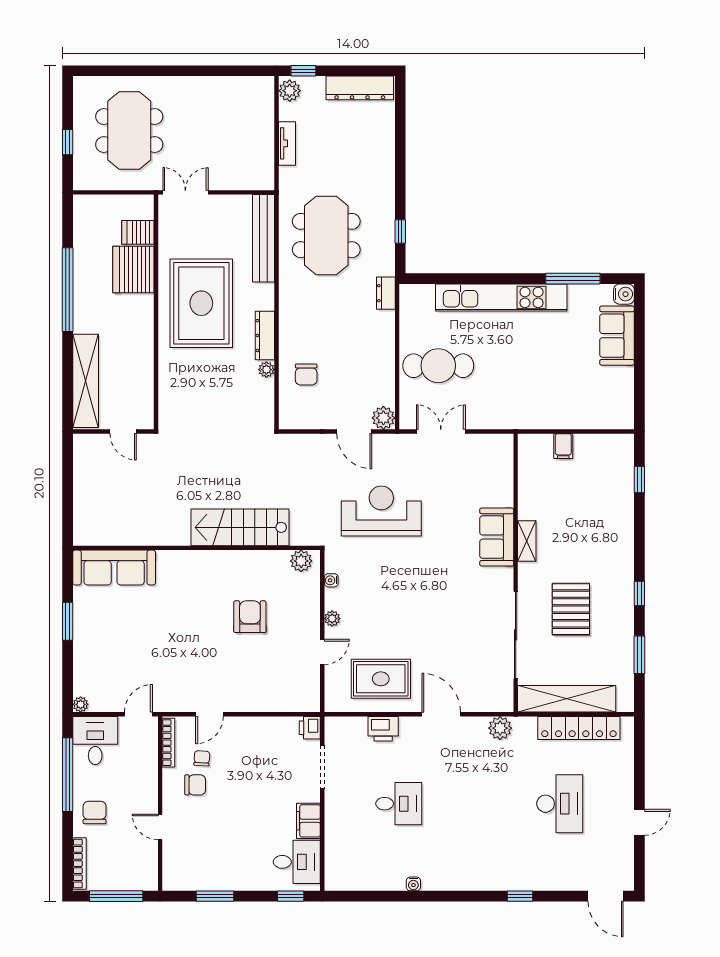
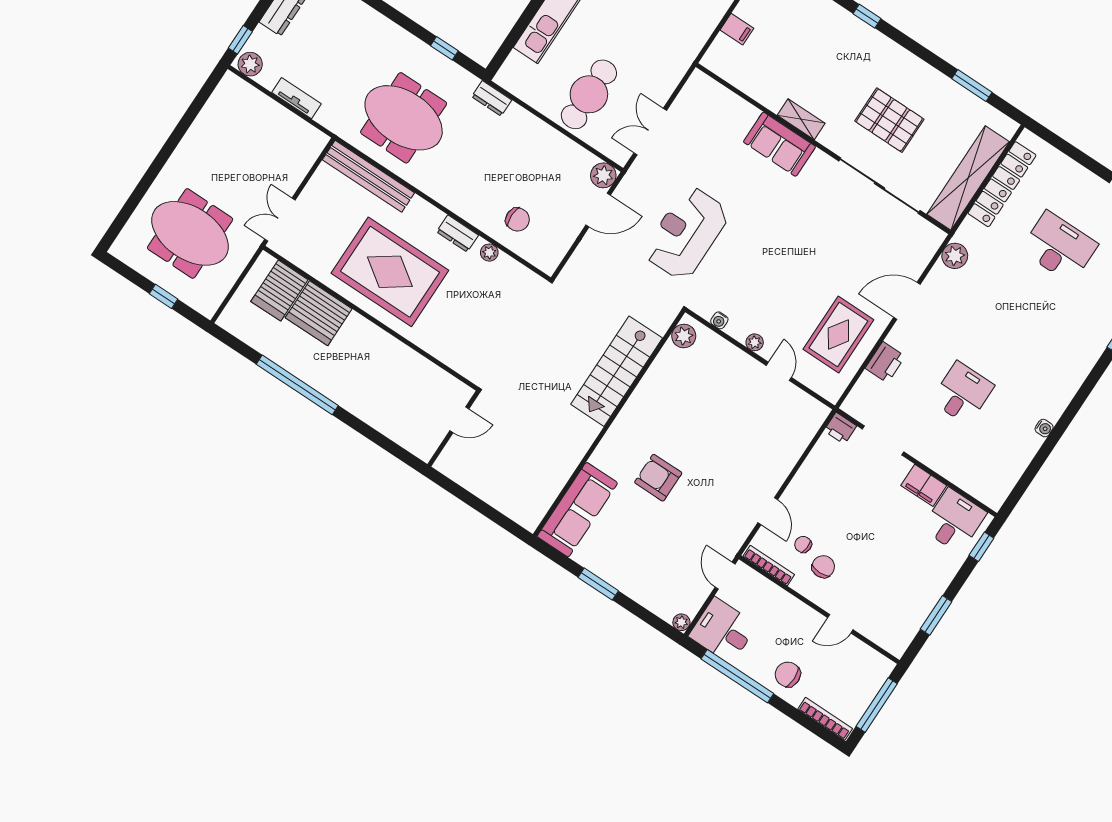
server rack: (138, 232) -> (279, 291), width x1.36, depth x1.44
dresser: (265, 336) -> (457, 233), width x0.70
shelving: (86, 381) -> (391, 423), removed
window: (639, 594) -> (867, 16), moved
armchair: (250, 617) -> (658, 478), moved

